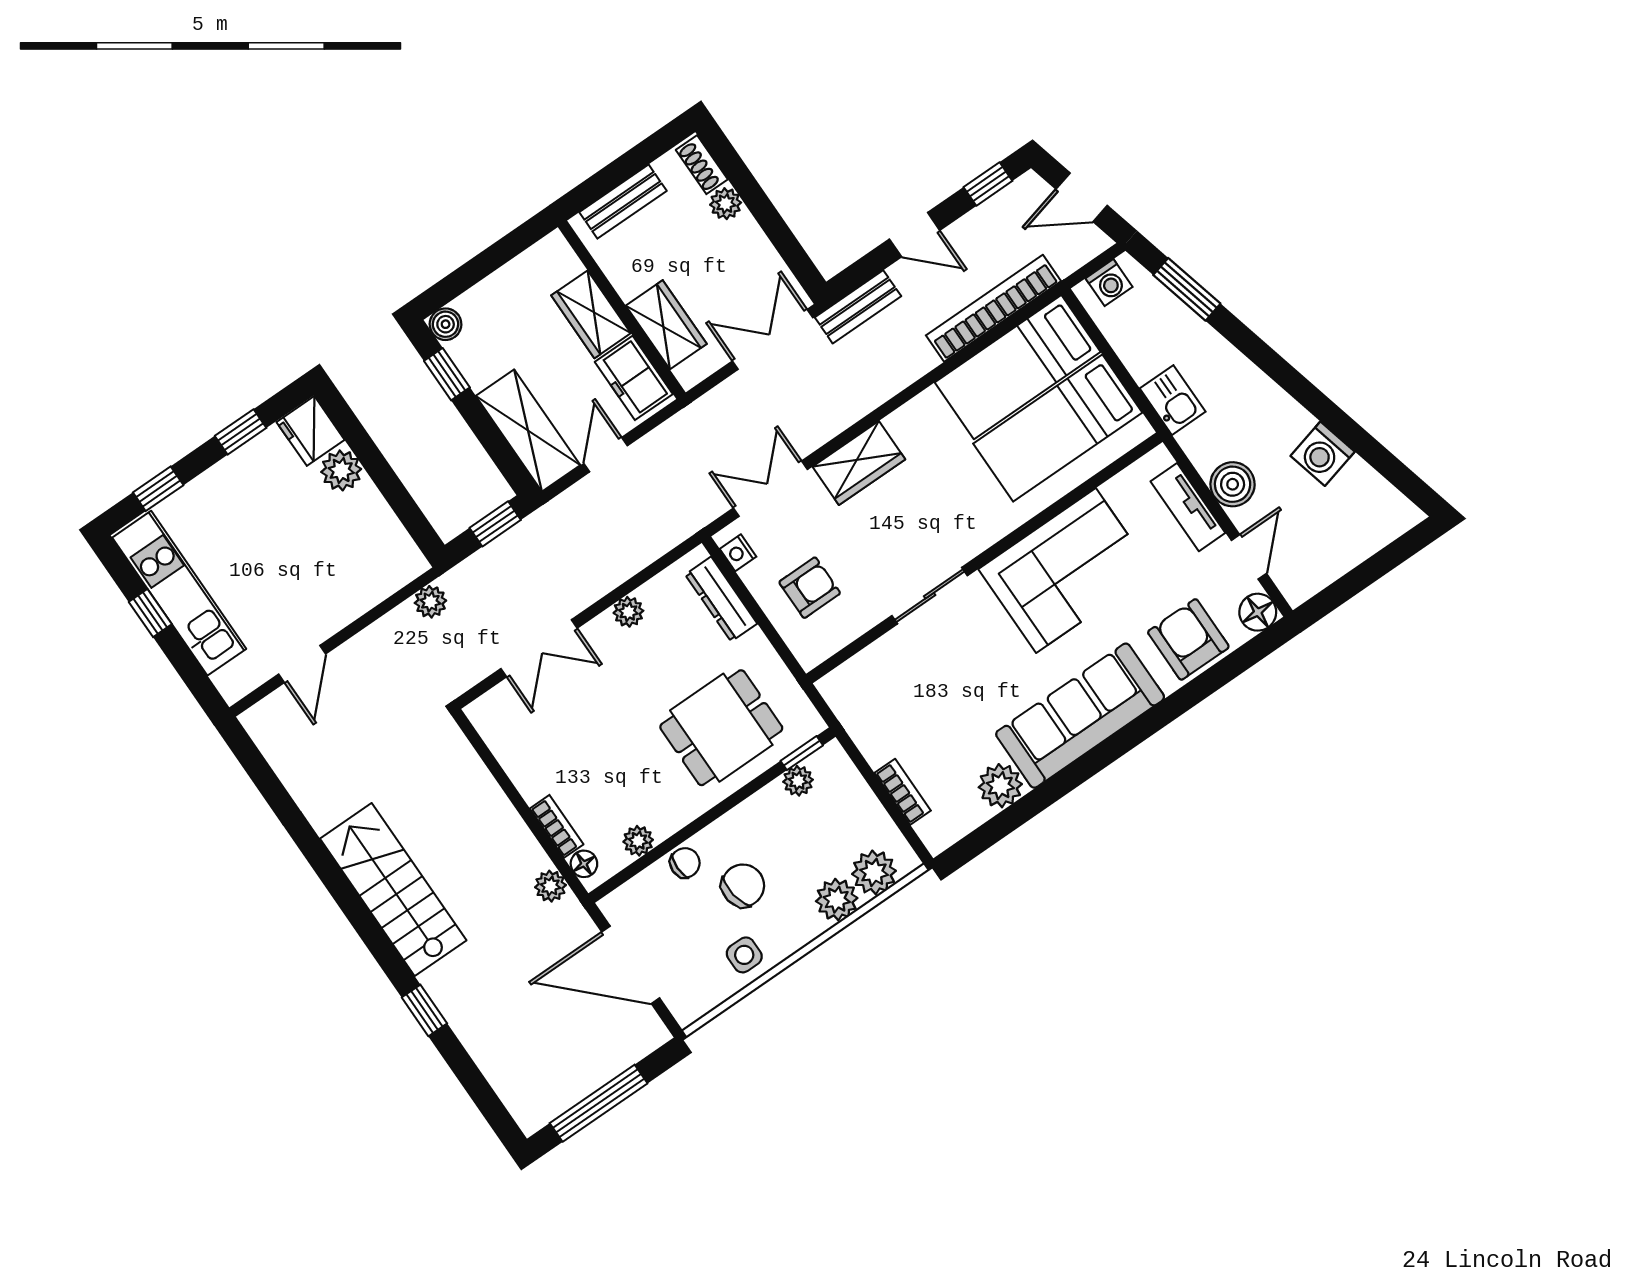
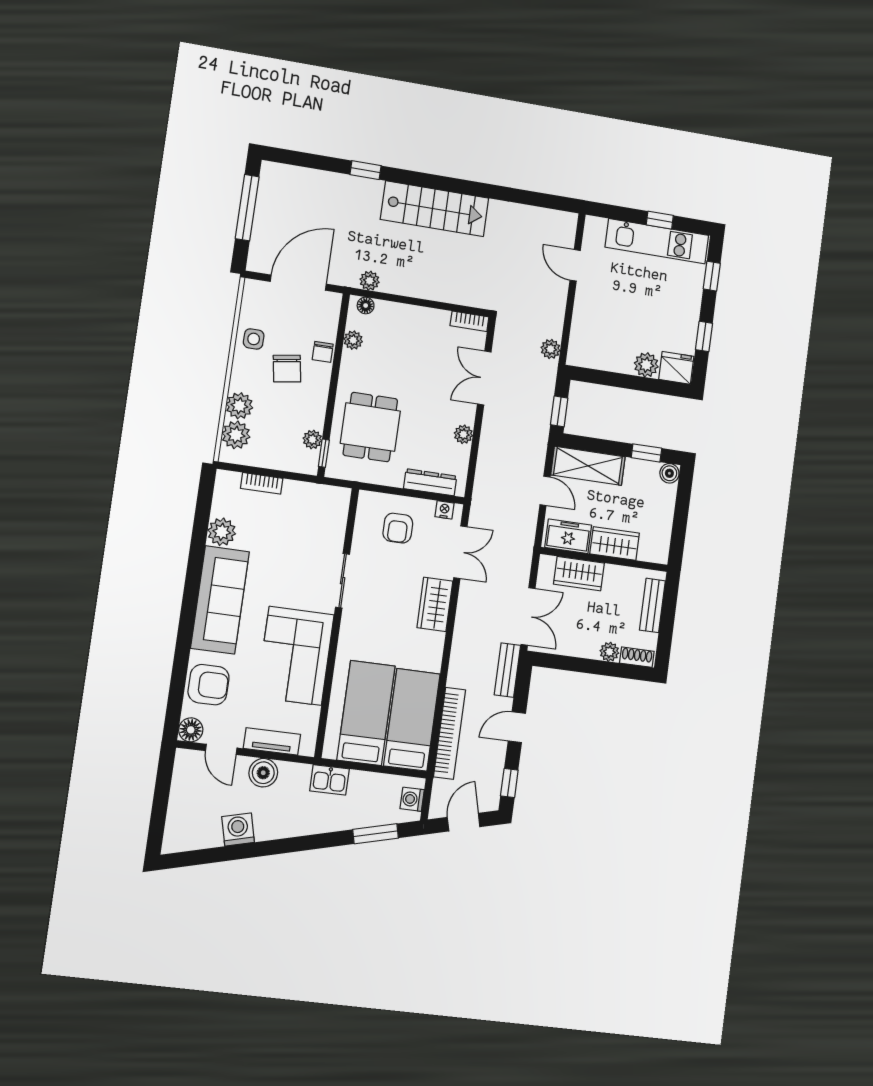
bookcase: (557, 826) -> (470, 321), moved

